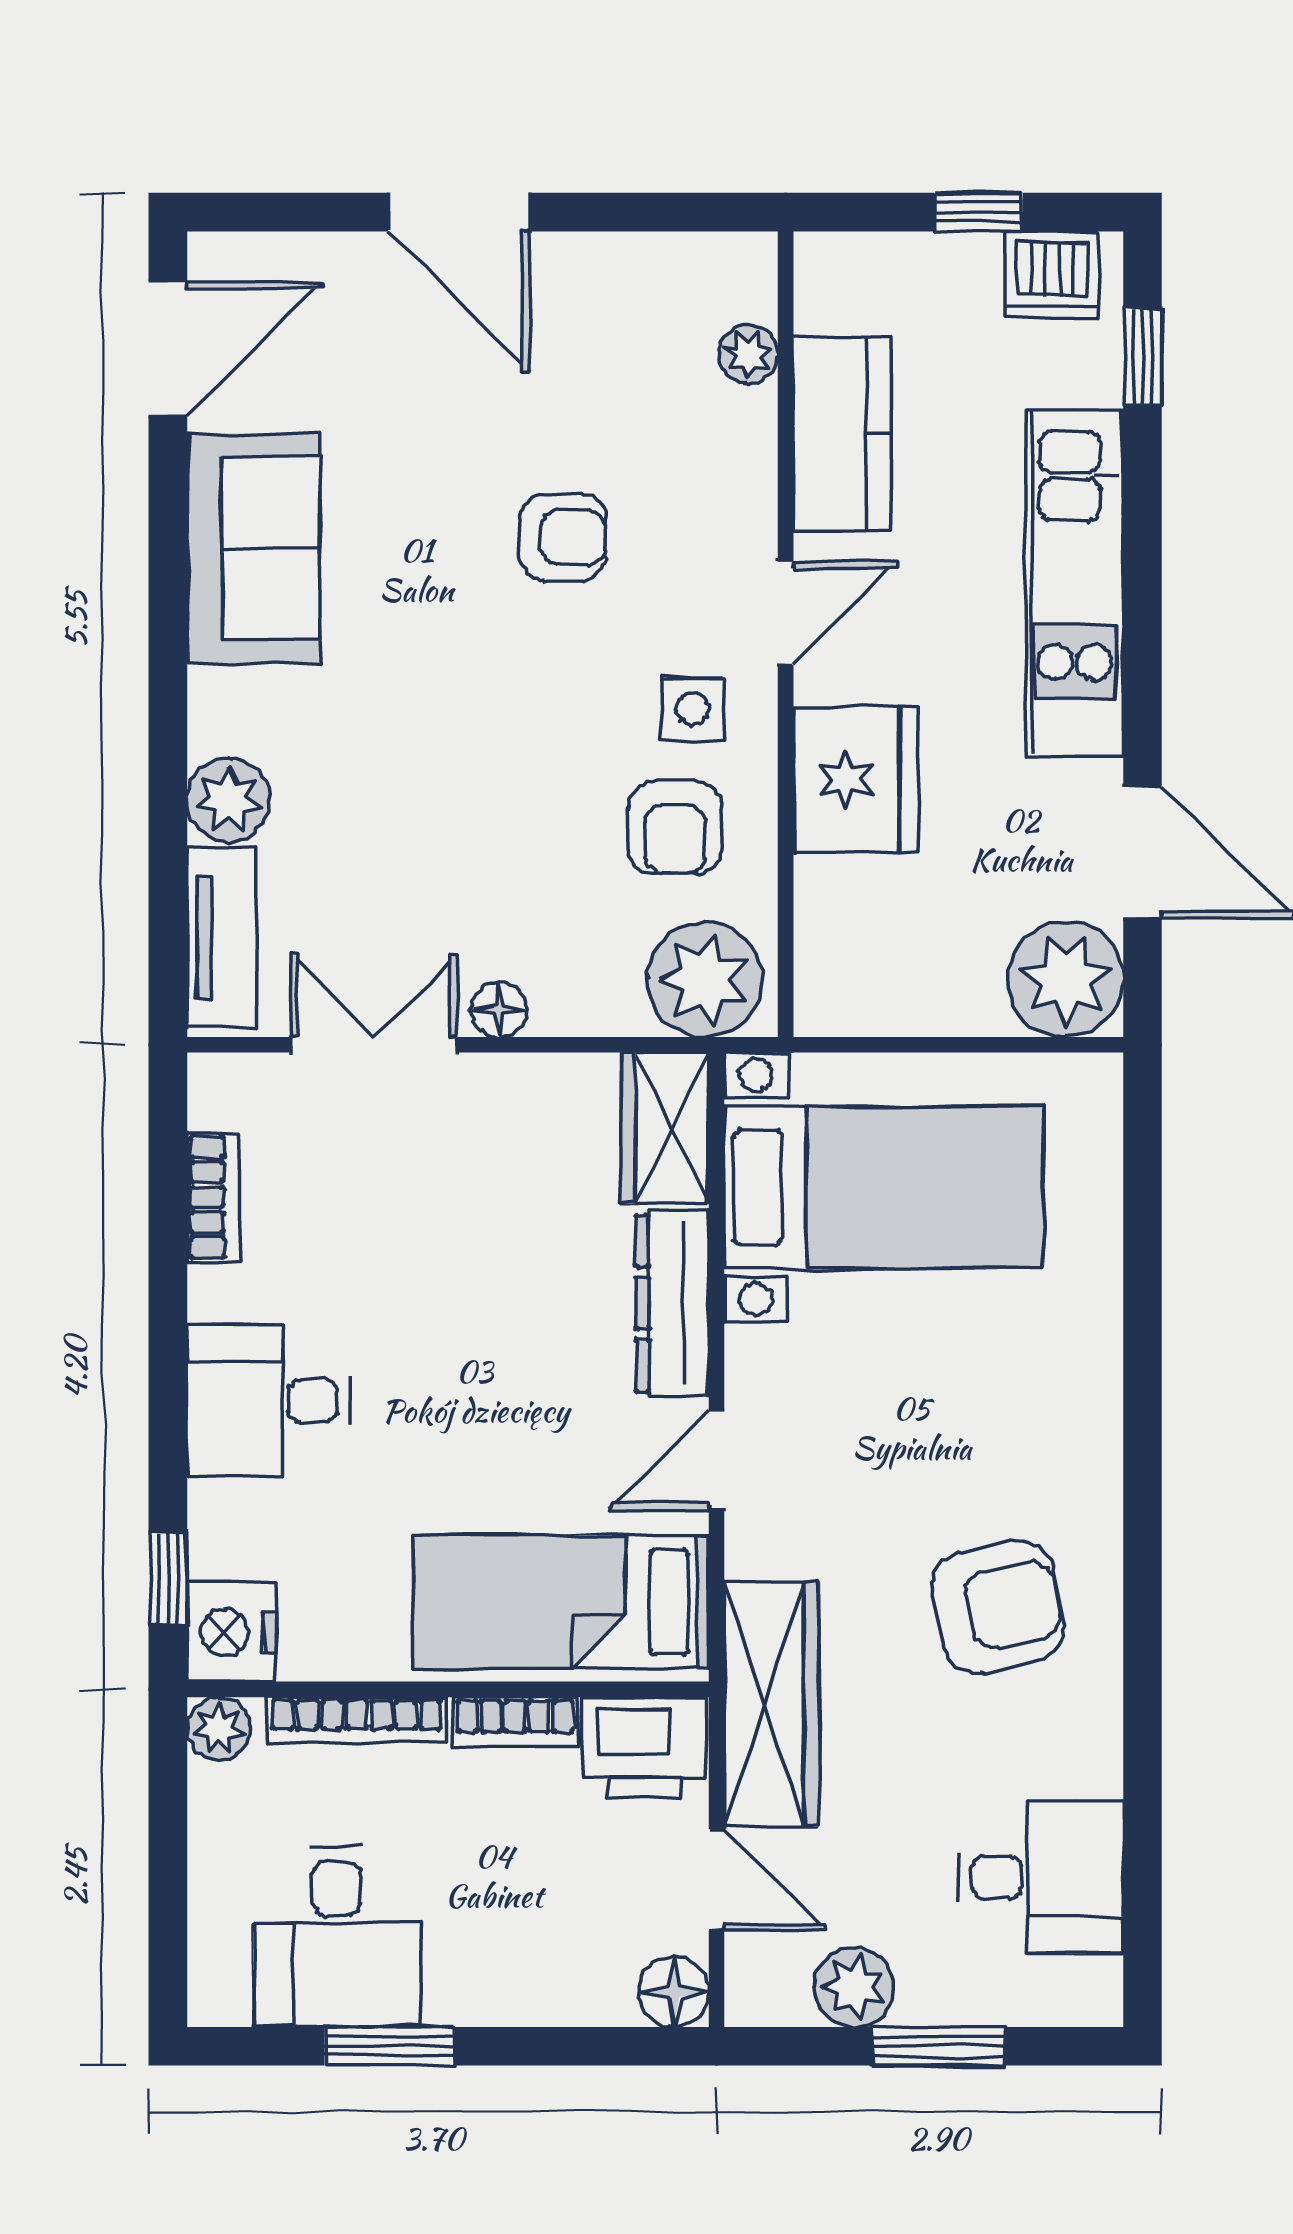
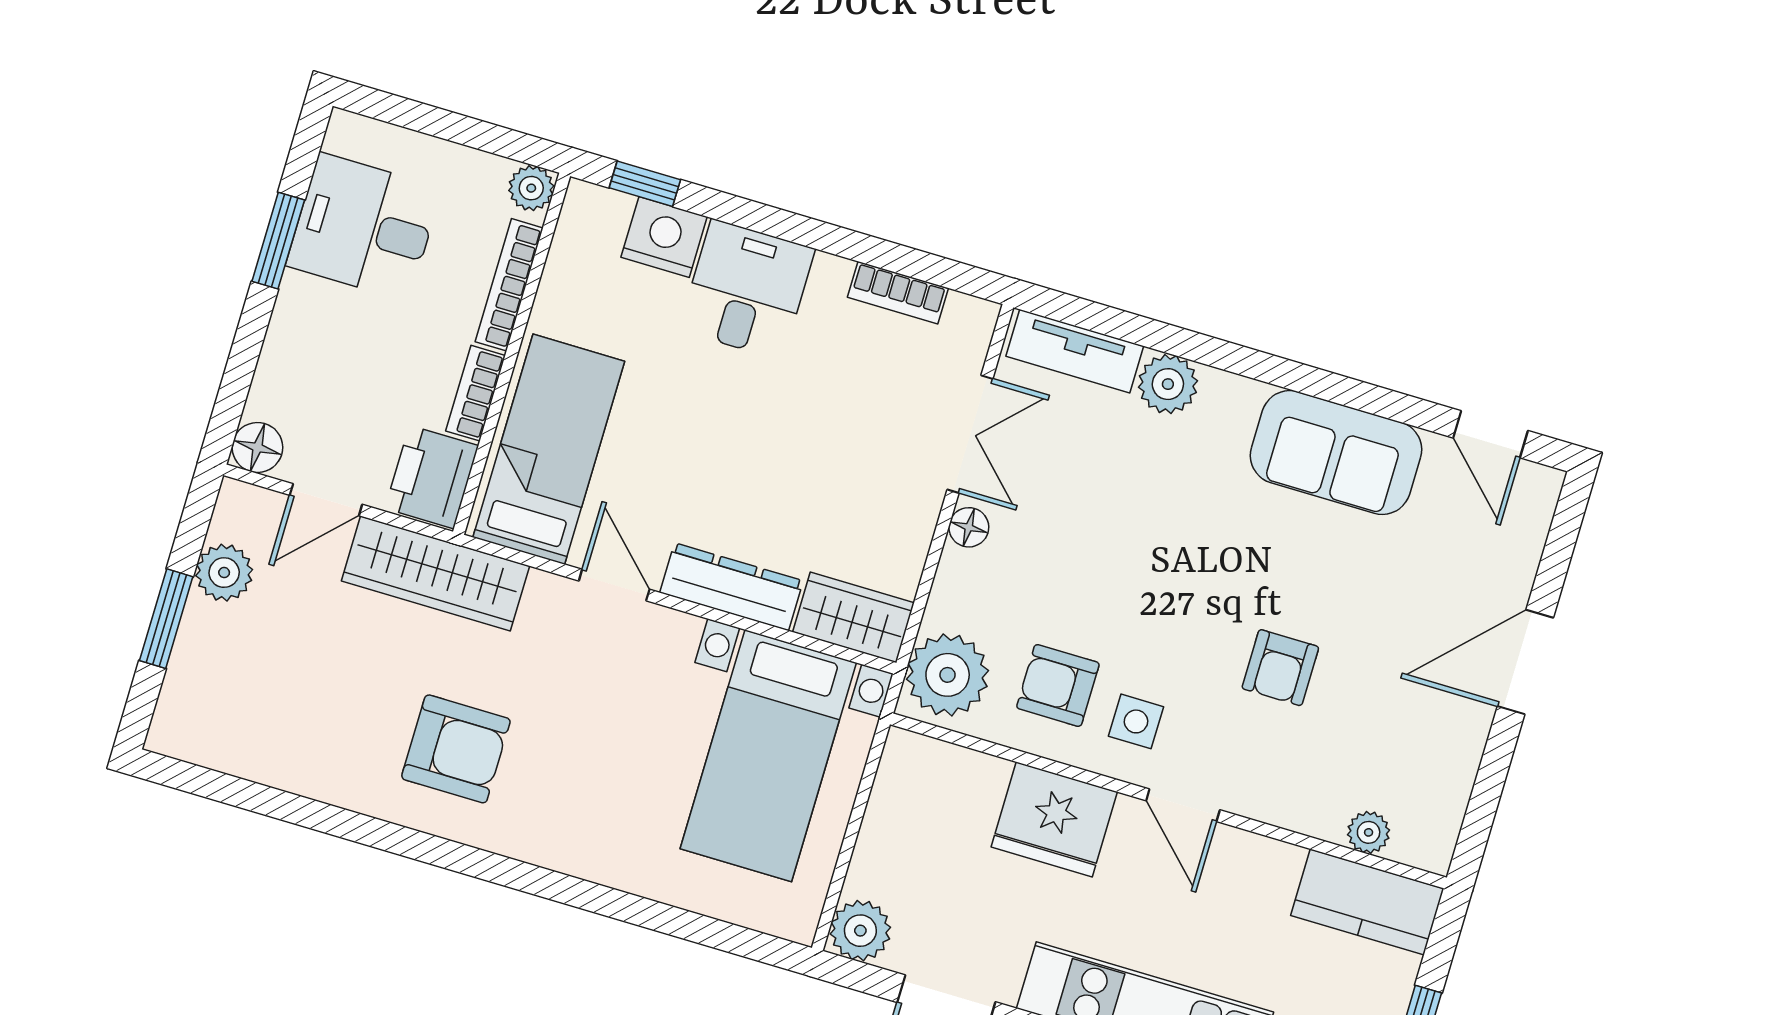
door: (168, 349) -> (1490, 434), width x0.73
kitchen counter: (842, 434) -> (1367, 902), moved
plant: (1066, 979) -> (860, 931), width x0.73, depth x0.73
armchair: (998, 1607) -> (456, 749), turned -79
nightstand: (231, 1632) -> (664, 237), moved
desk: (1041, 1877) -> (262, 723), removed

